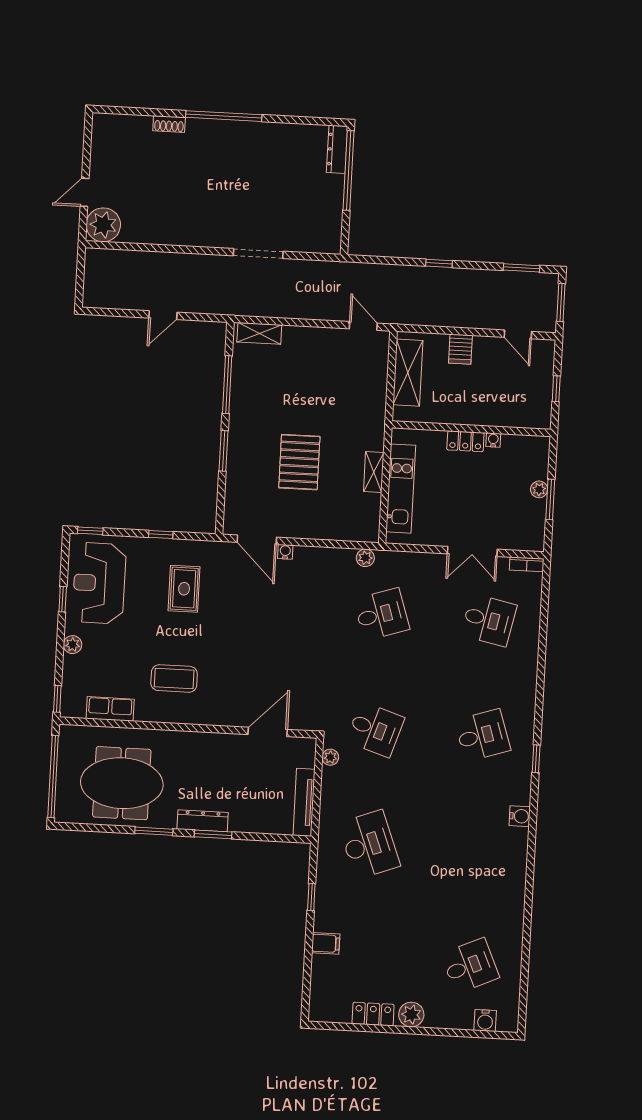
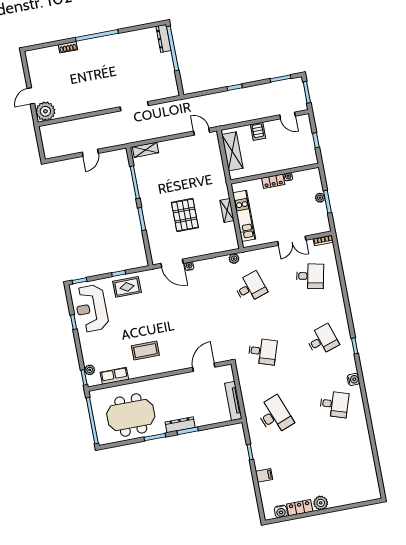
rug: (184, 589) -> (127, 287), moved, turned 90
plant: (73, 645) -> (90, 370), moved
plant: (330, 757) -> (242, 373), removed
desk: (470, 966) -> (334, 404), moved, turned 42
water cooler: (485, 1020) -> (281, 511), moved

